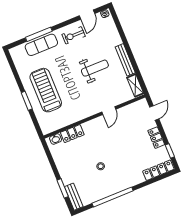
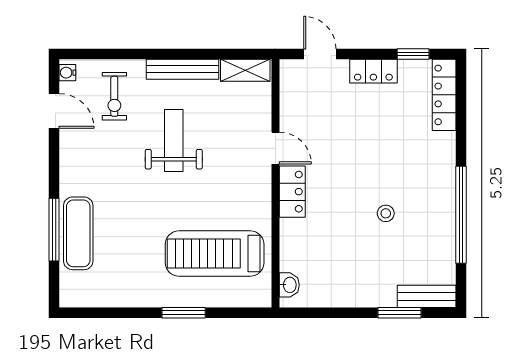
exercise bike: (74, 35) -> (114, 96), moved
treadmill: (46, 90) -> (215, 254), moved
locker: (72, 134) -> (292, 192), moved

